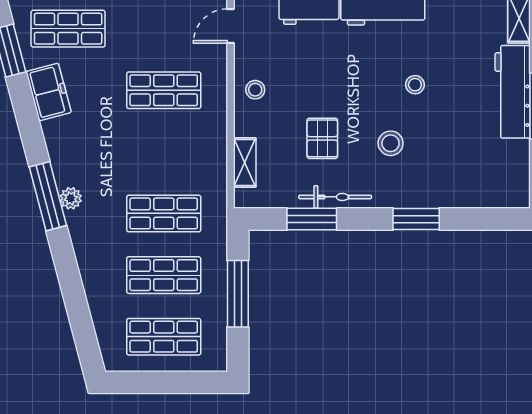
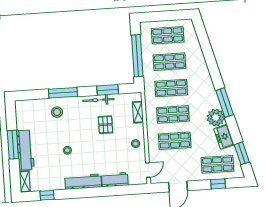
stool: (391, 143) -> (57, 112), moved
shop shelf: (164, 152) -> (173, 114), added
window: (48, 196) -> (225, 103), moved
plant: (71, 198) -> (216, 118), moved, width x1.87, depth x1.87
window: (416, 219) -> (63, 93), width x1.44
window: (238, 294) -> (137, 56), width x1.46

